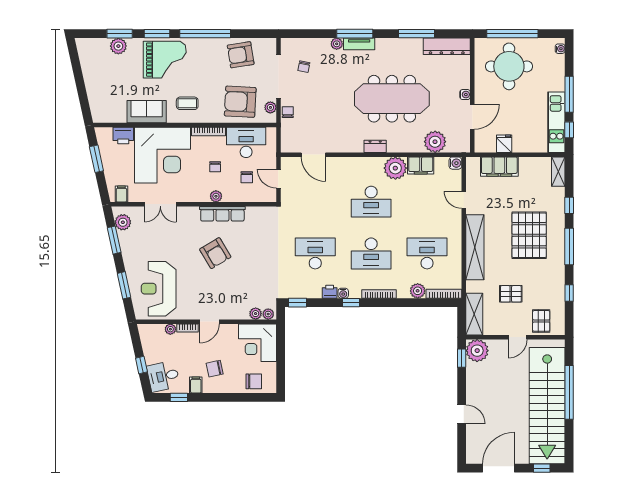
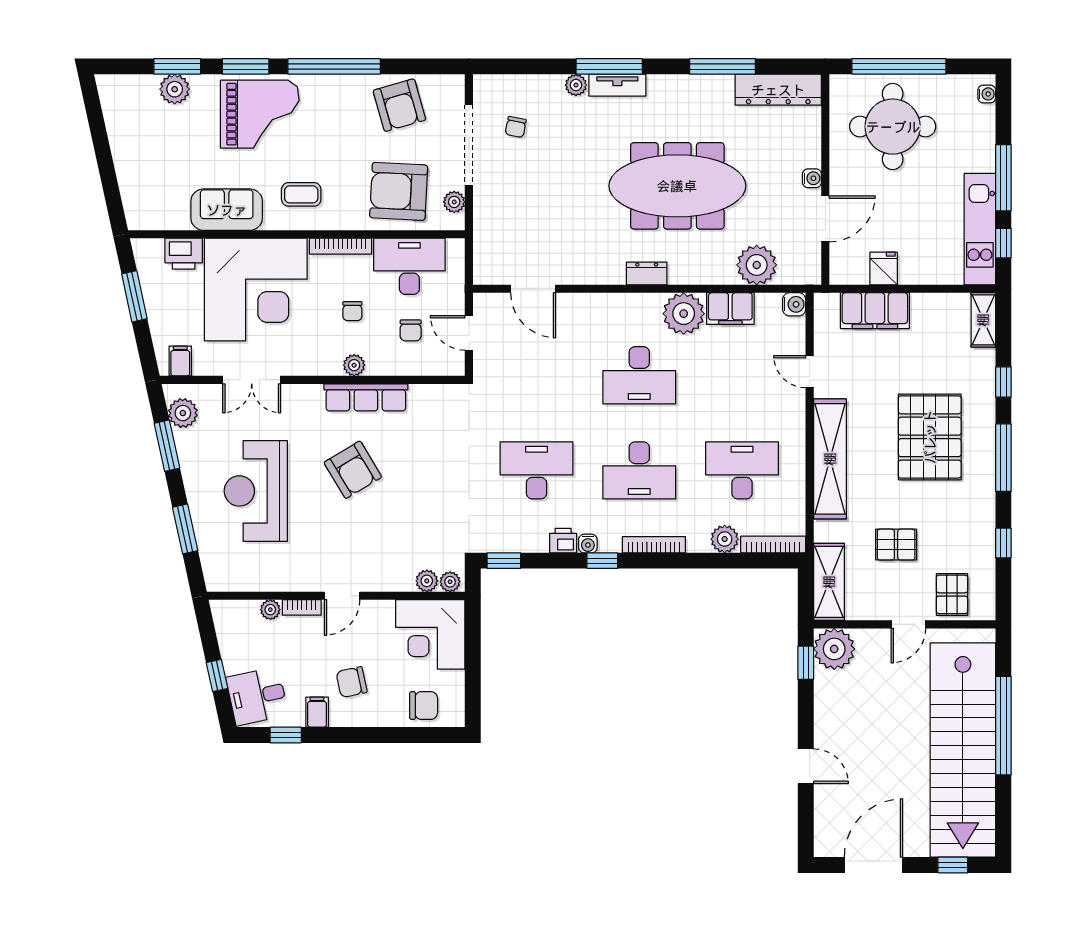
armchair: (241, 55) -> (399, 105), turned -97
chair: (288, 112) -> (486, 211), removed
reception desk: (159, 289) -> (256, 491), moved

